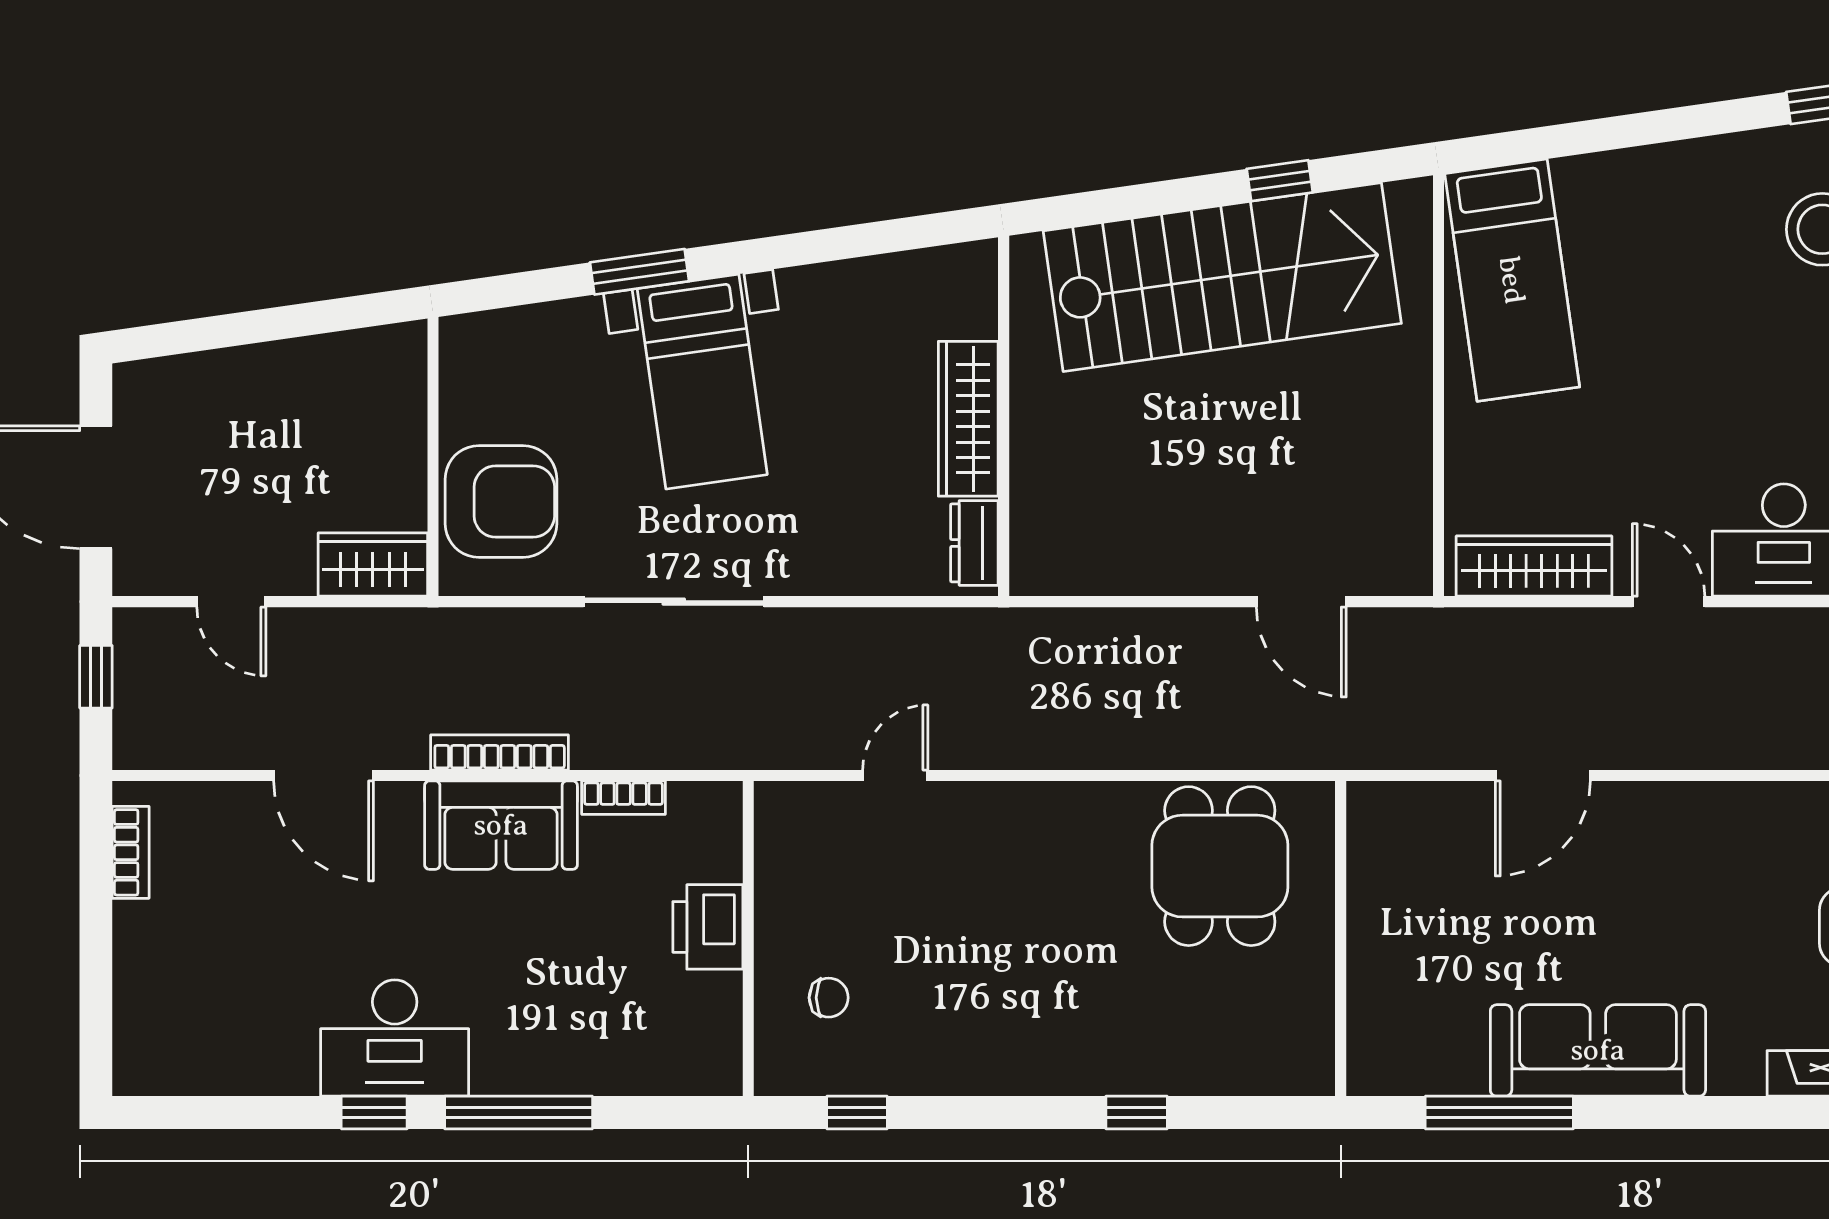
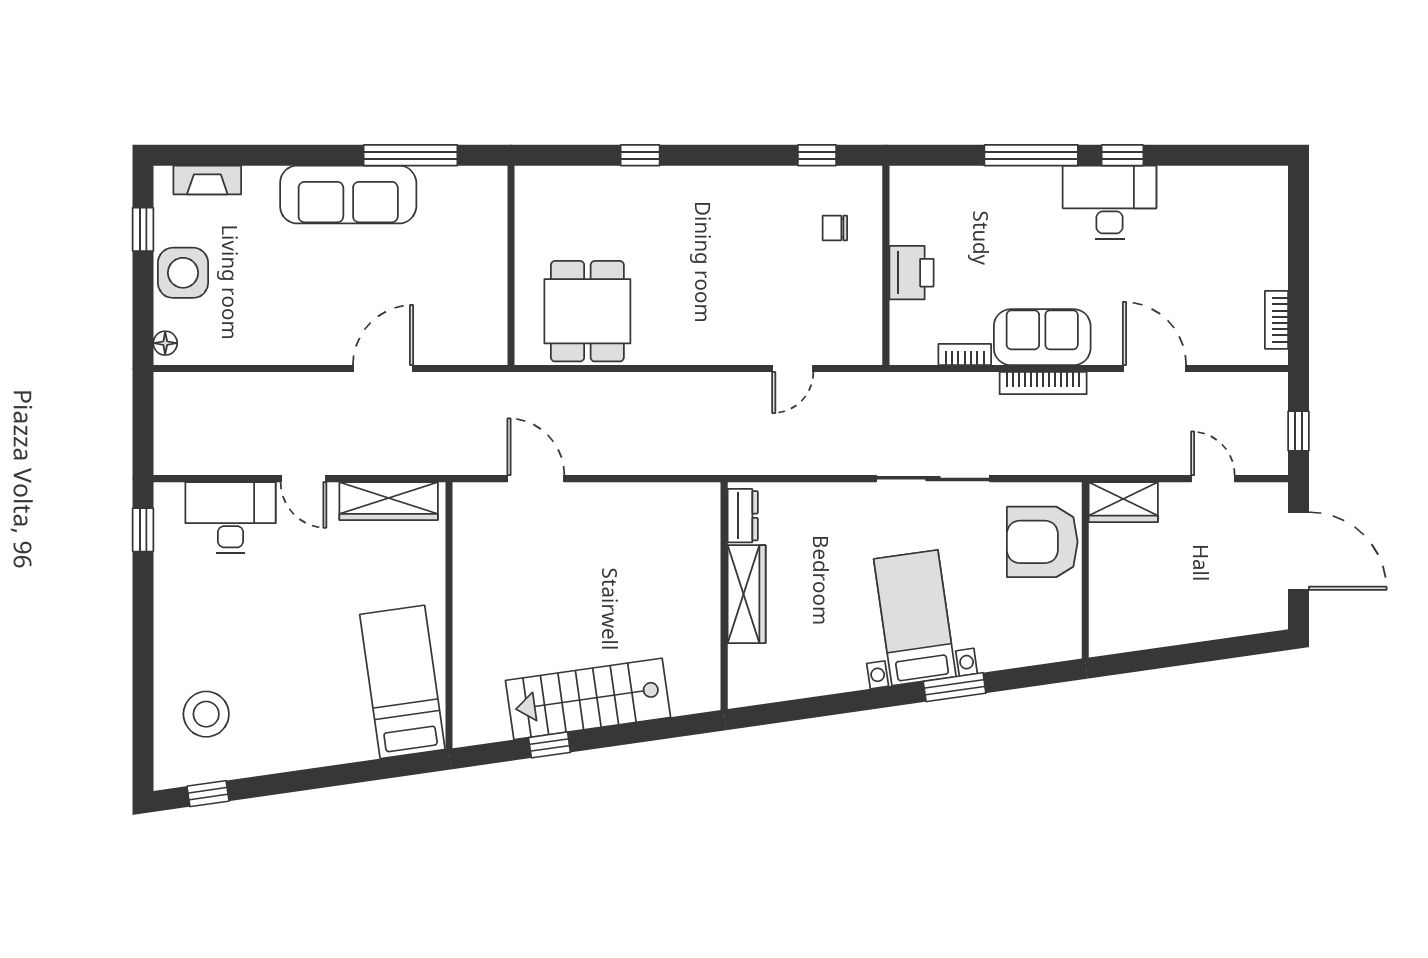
stairs: (1222, 277) -> (588, 699), width x0.73, depth x0.66

